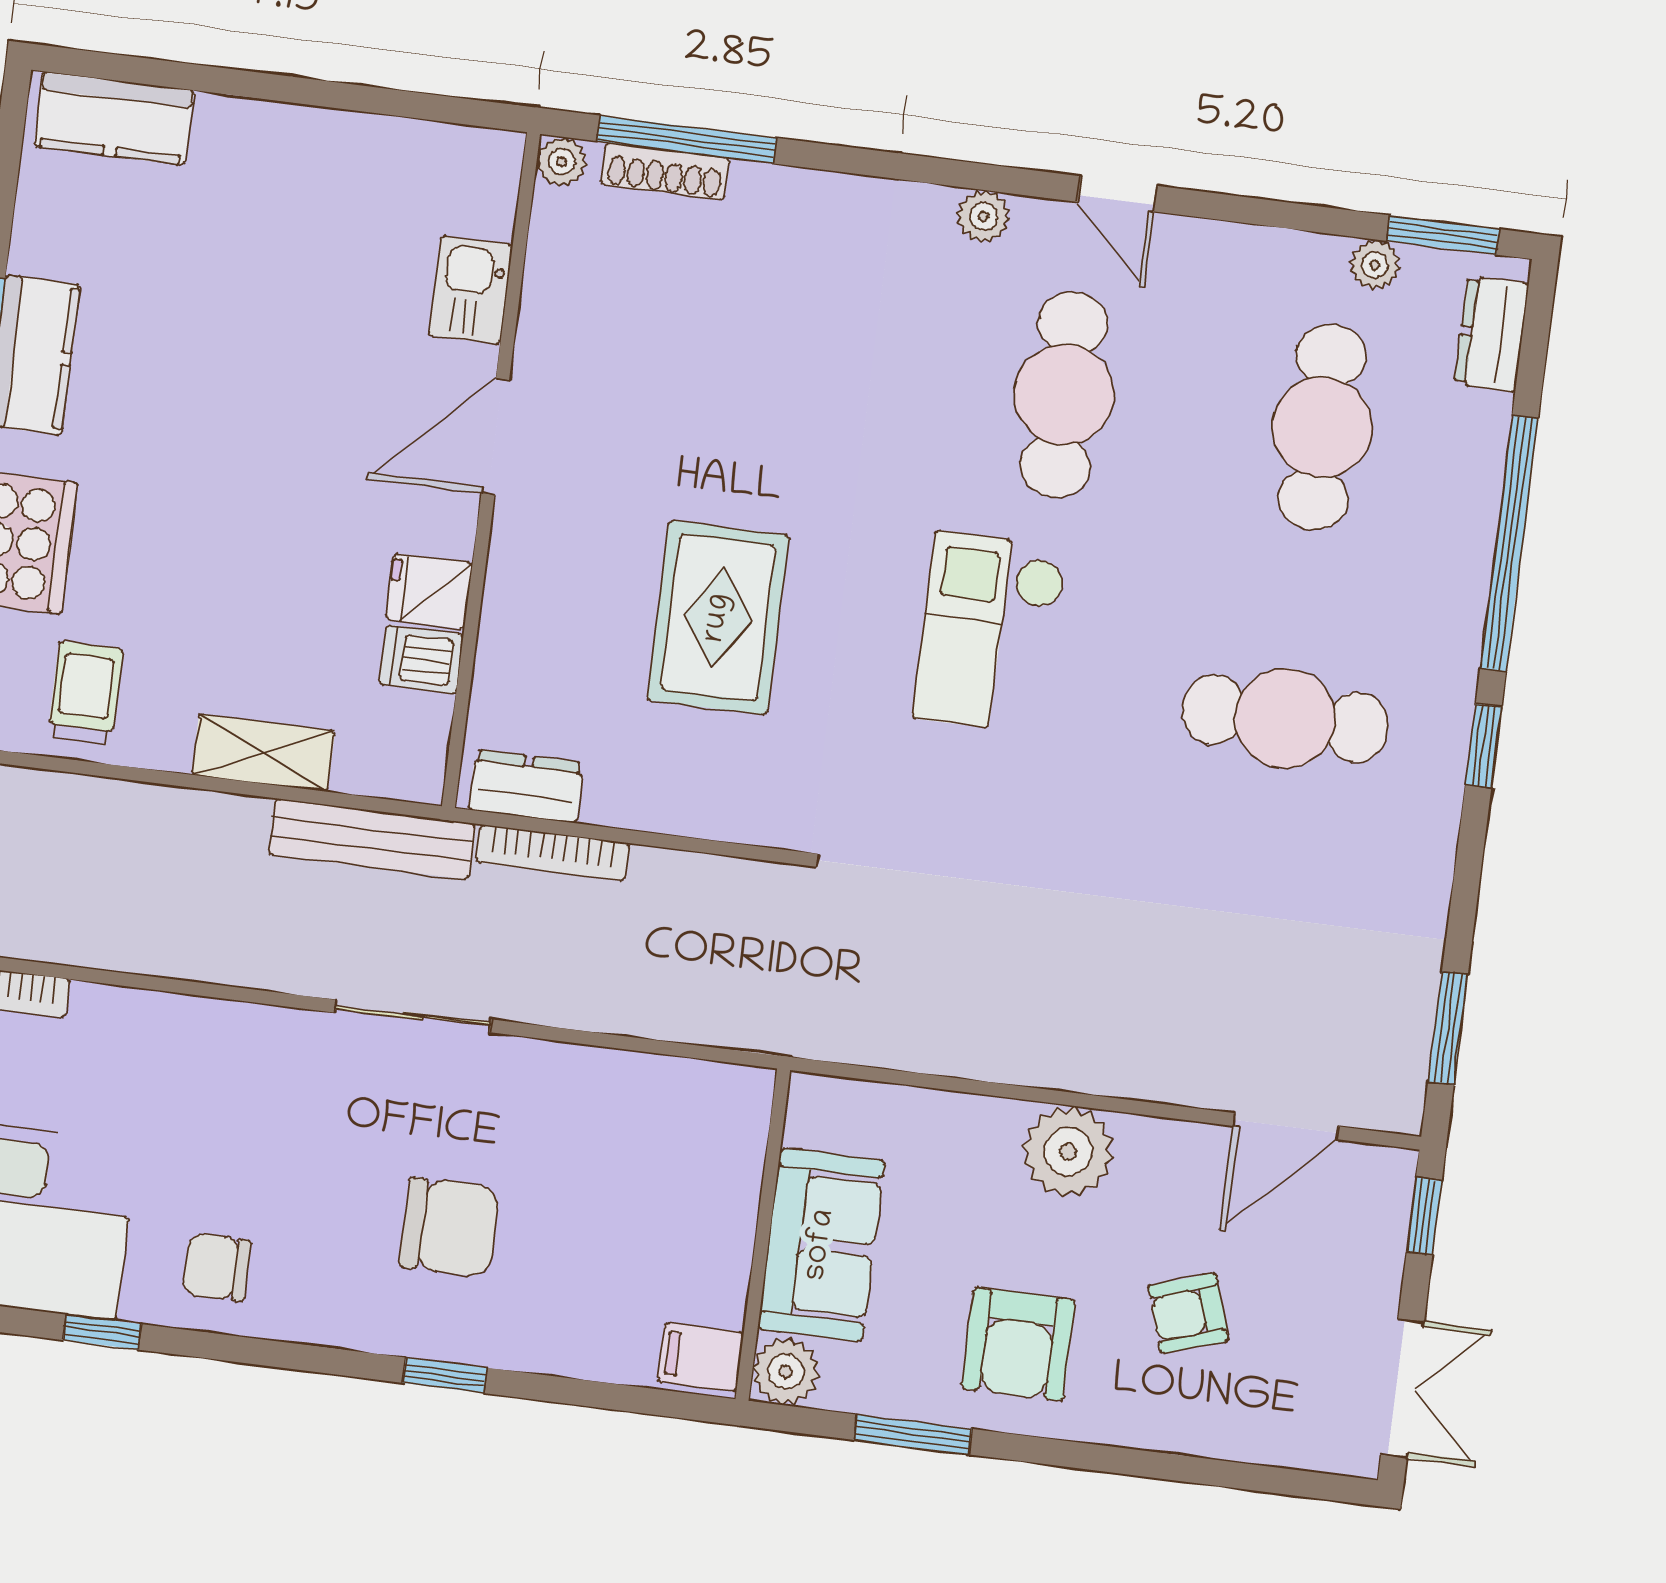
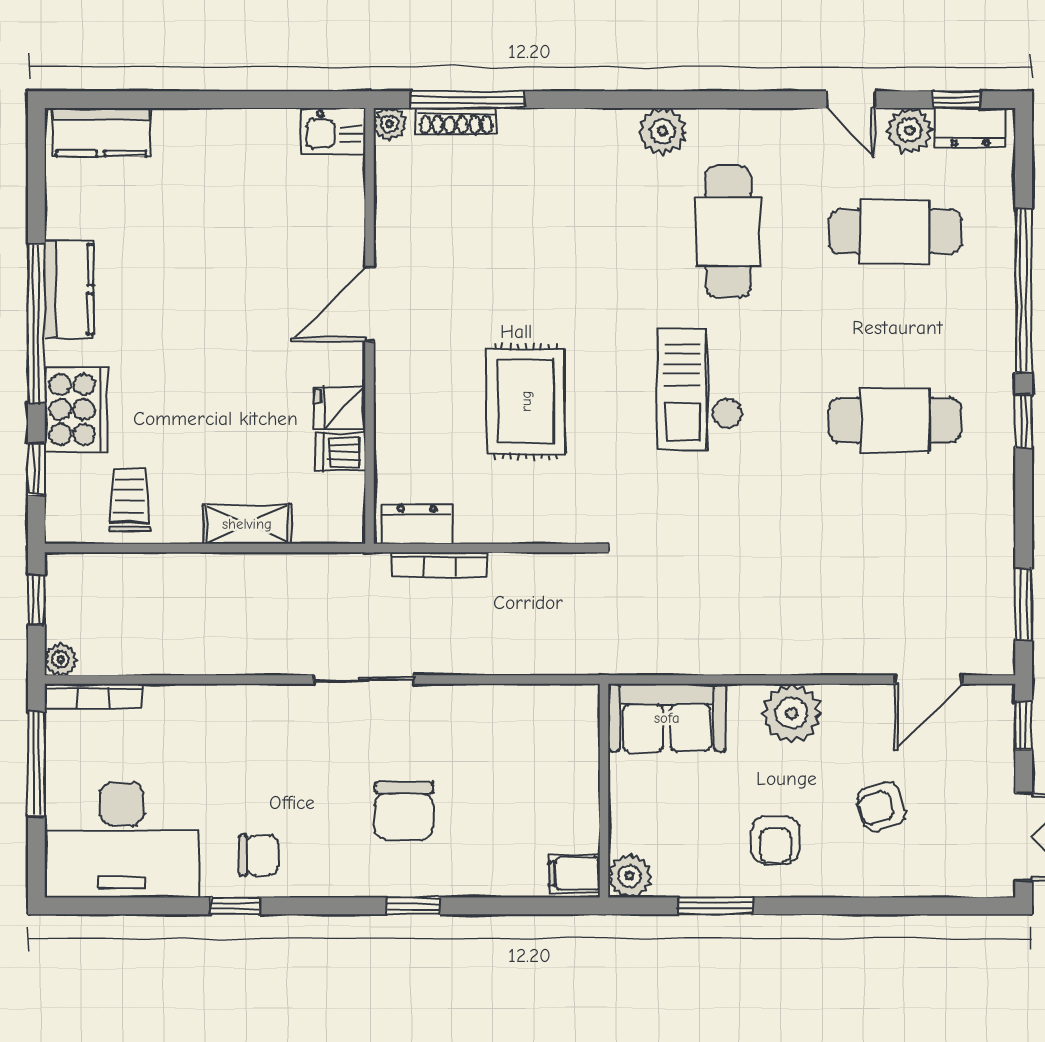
door: (1117, 194) -> (851, 100), moved
plant: (983, 216) -> (663, 131), width x1.38, depth x1.38
window: (1443, 235) -> (957, 100), width x0.67
plant: (1375, 265) -> (910, 130), width x1.38, depth x1.38
kitchen sink: (471, 290) -> (333, 131), moved, turned -90
dresser: (1492, 334) -> (970, 128), moved, turned -90
cafe table: (1322, 427) -> (895, 232), turned 90
bench: (372, 839) -> (323, 570), removed
chair: (450, 1227) -> (404, 811), turned 90
sofa: (821, 1245) -> (667, 718), moved, turned 90
chair: (217, 1267) -> (259, 855), turned 180
window: (102, 1332) -> (235, 906), moved
armchair: (1018, 1344) -> (775, 840), width x0.72, depth x0.72

